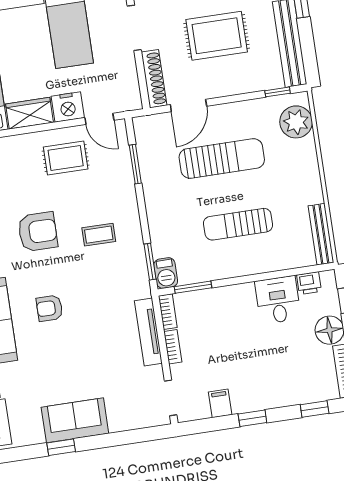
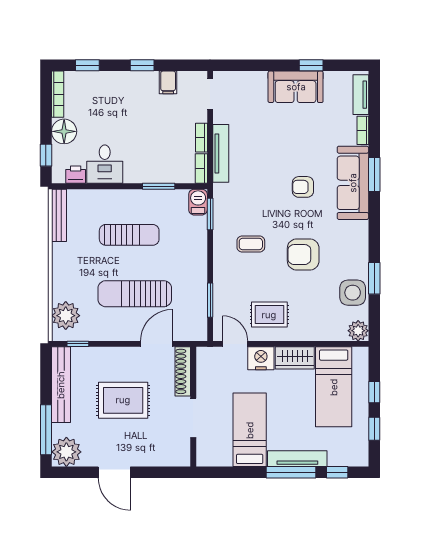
window: (193, 287) -> (159, 186), moved
armchair: (50, 308) -> (303, 187), turned 180

